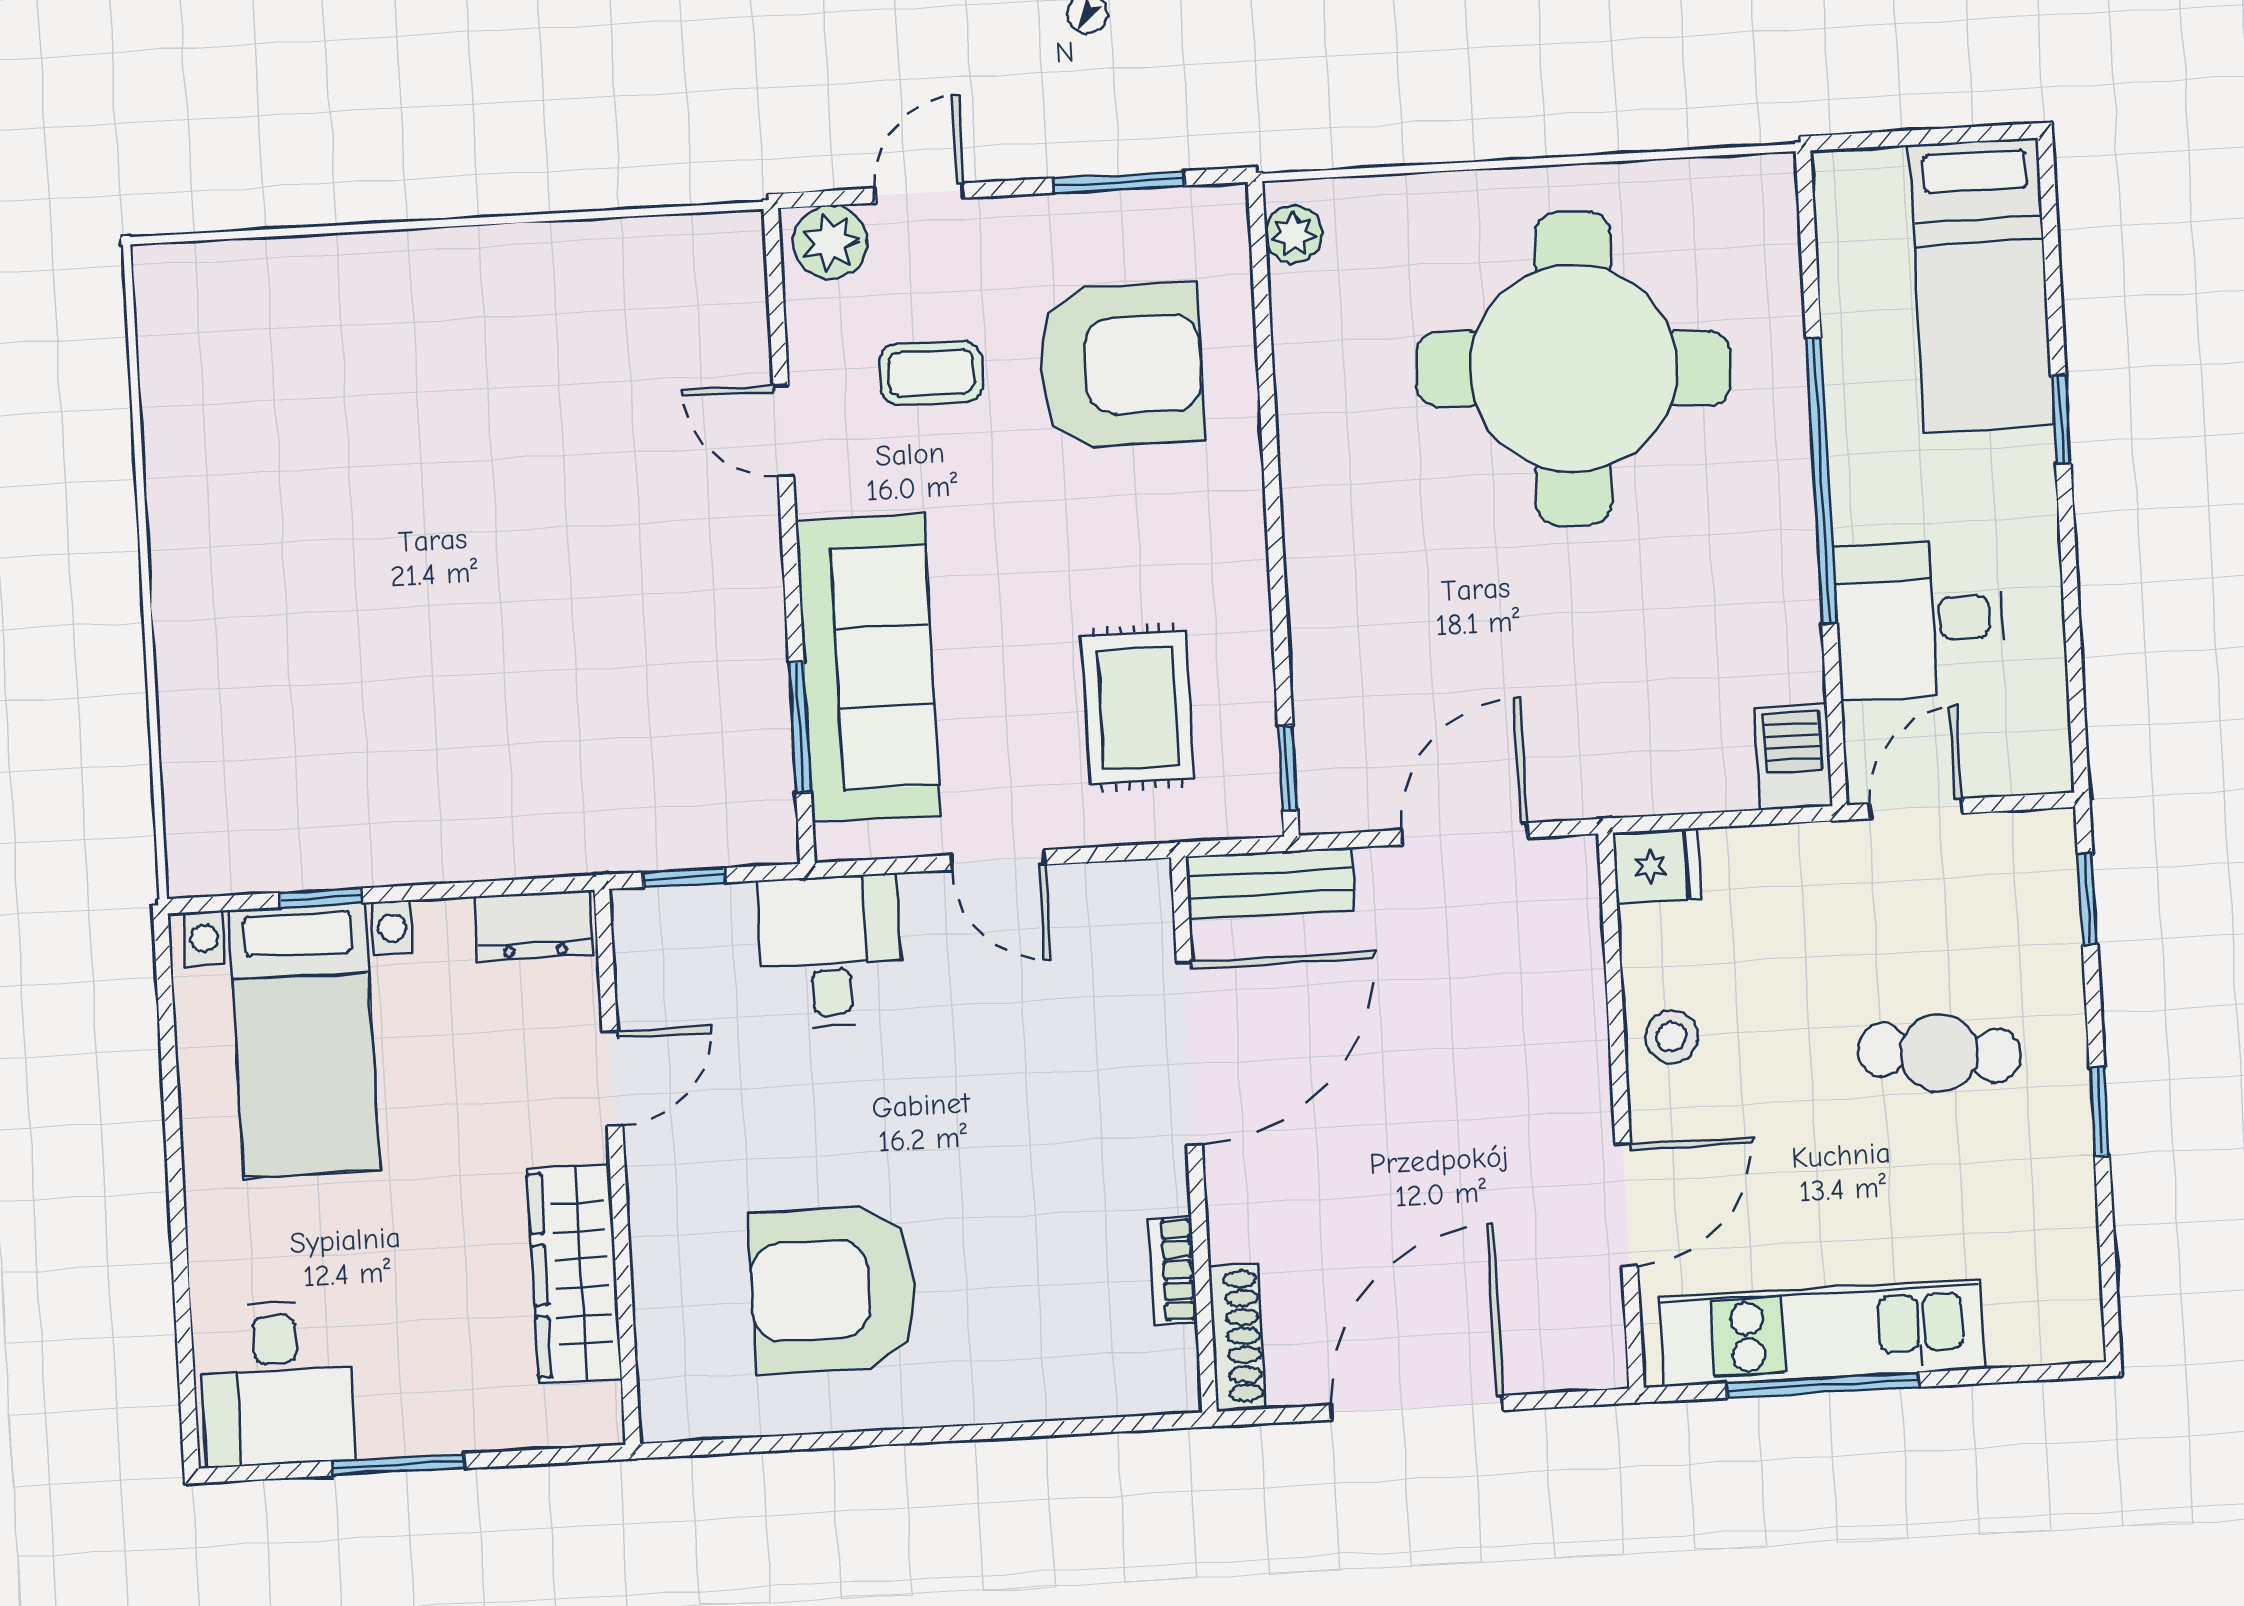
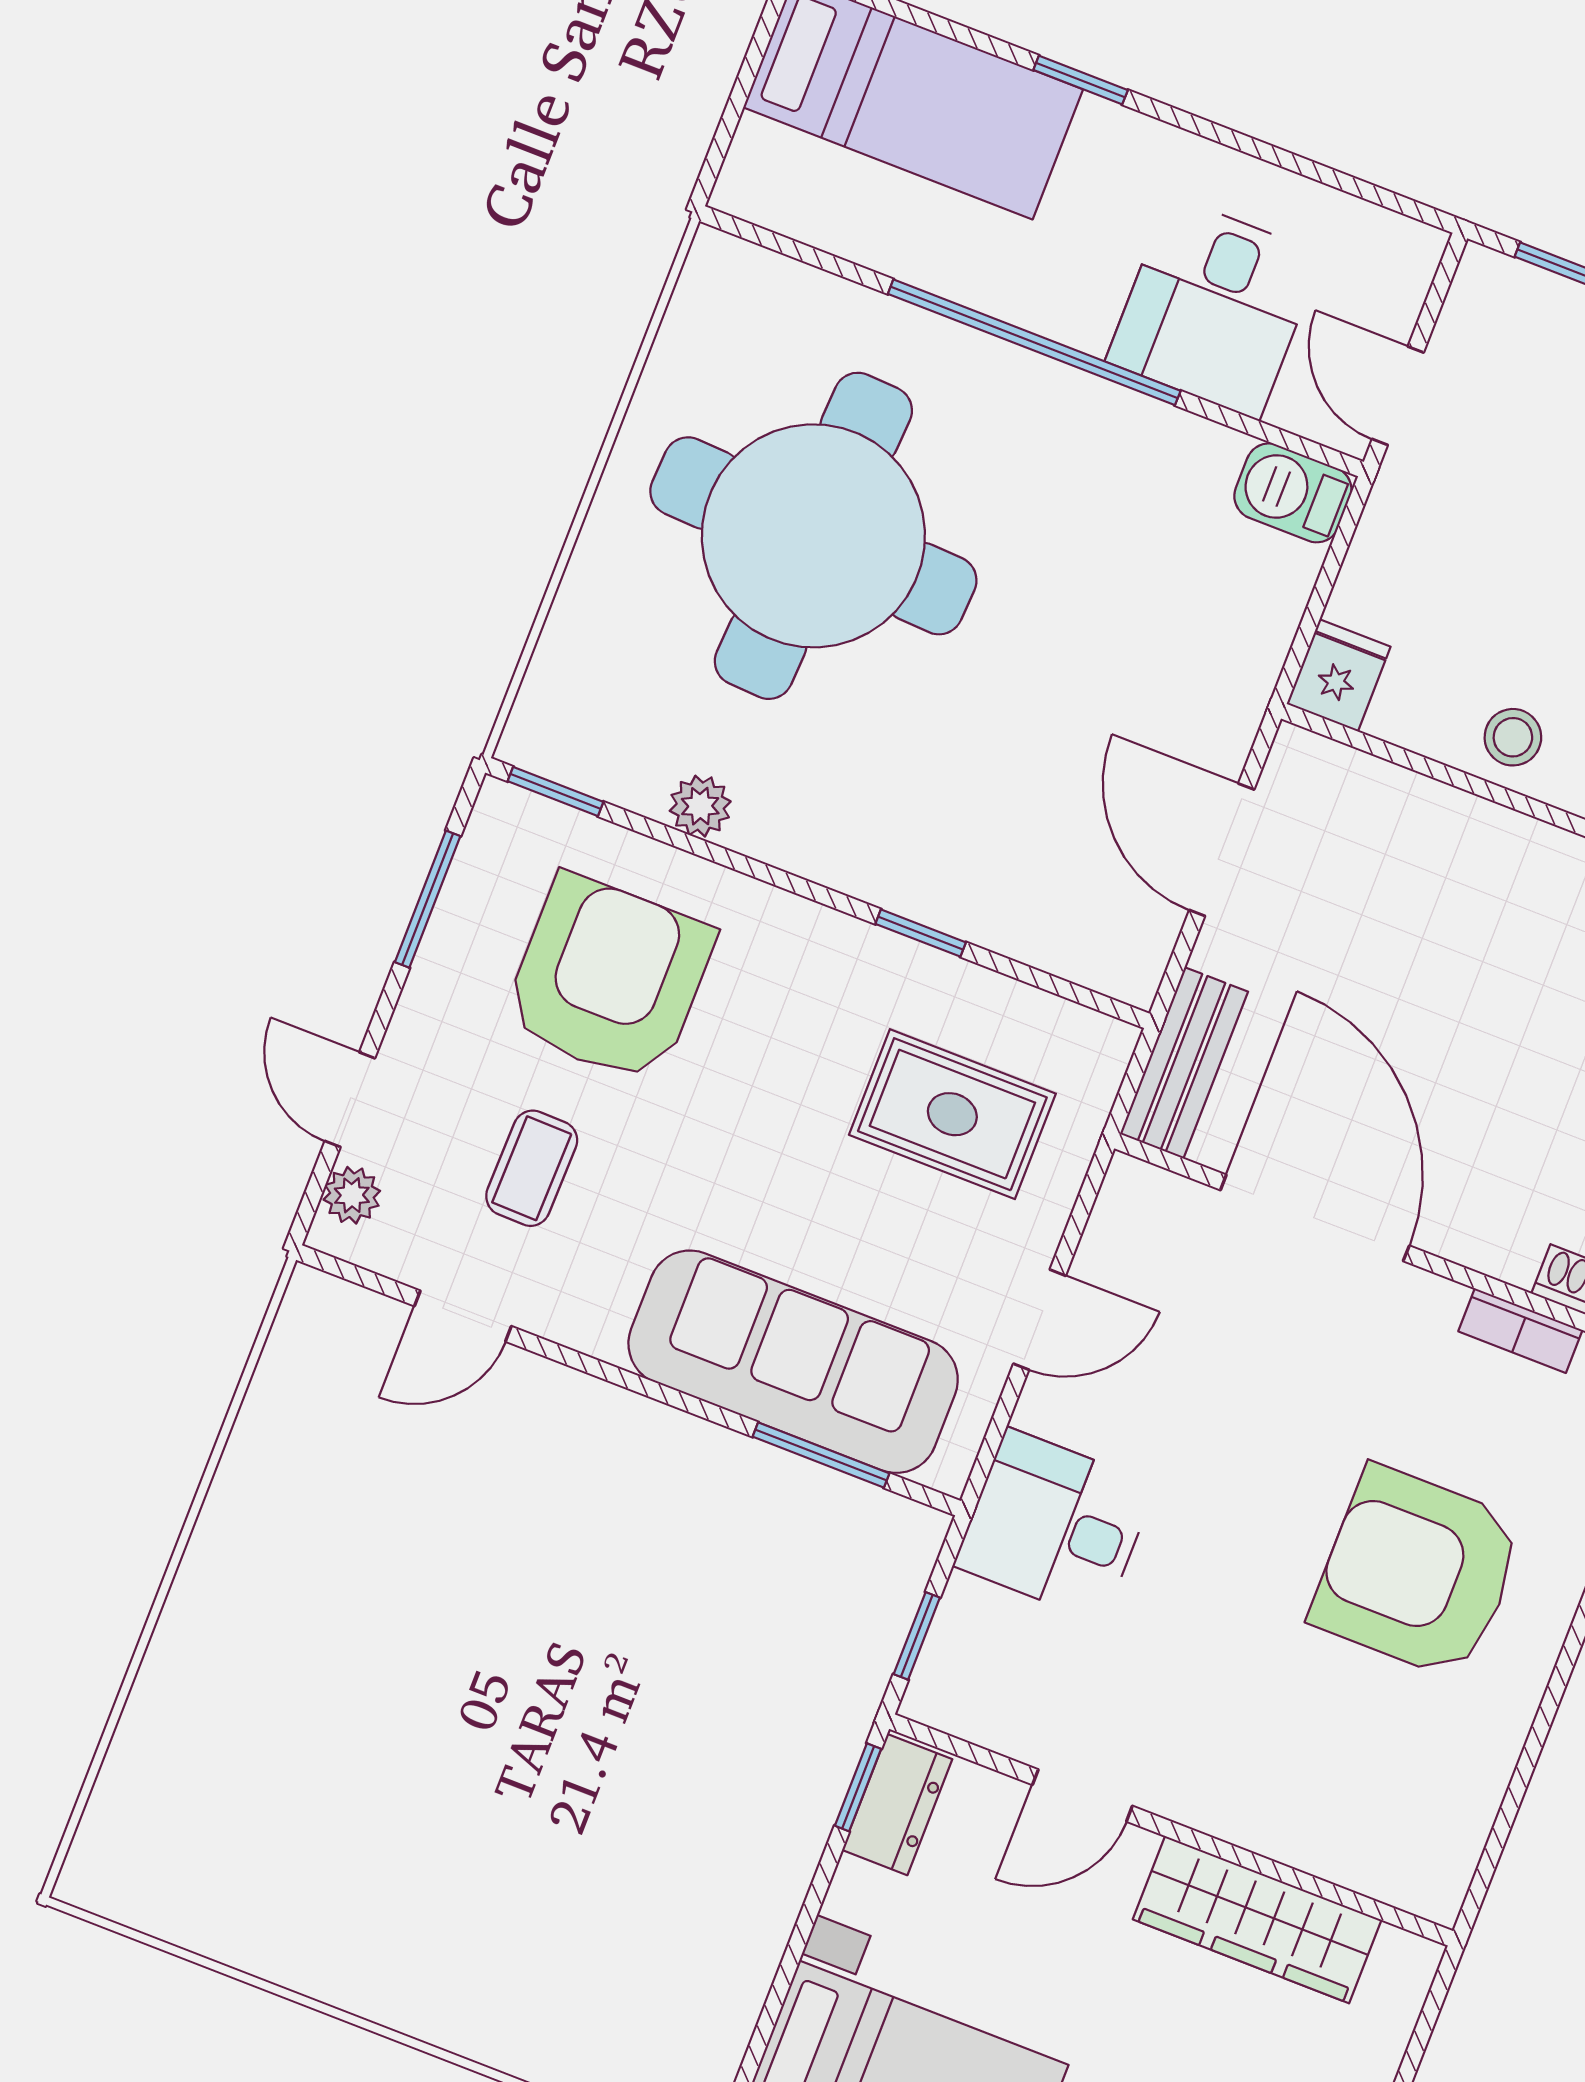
plant: (1294, 234) -> (700, 806), moved
plant: (830, 242) -> (352, 1195), width x0.73, depth x0.73
window: (1259, 249) -> (556, 791), added
door: (783, 430) -> (463, 1316), moved
window: (1288, 768) -> (921, 933), moved
window: (321, 898) -> (858, 1787), moved
door: (612, 1078) -> (1082, 1795), swing flipped
armchair: (833, 1289) -> (1418, 1572), moved, turned 90

